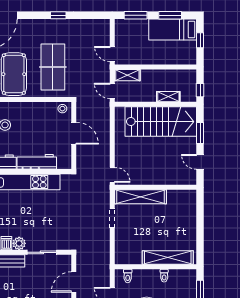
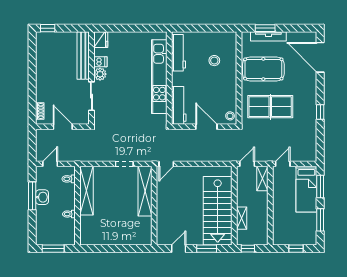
bed: (173, 29) -> (306, 189), moved, turned 180
door: (74, 133) -> (206, 127), swing flipped
workbench: (37, 162) -> (179, 105), moved
shelving: (168, 257) -> (86, 191), moved

